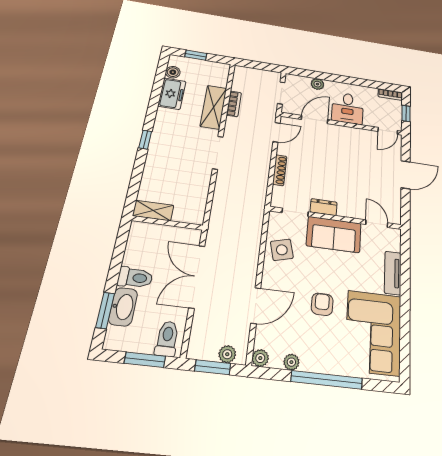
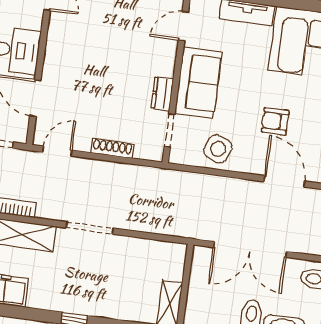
door: (276, 132) -> (57, 151), hinge flipped
side table: (282, 250) -> (218, 149), turned 38
armchair: (322, 304) -> (275, 121), moved

